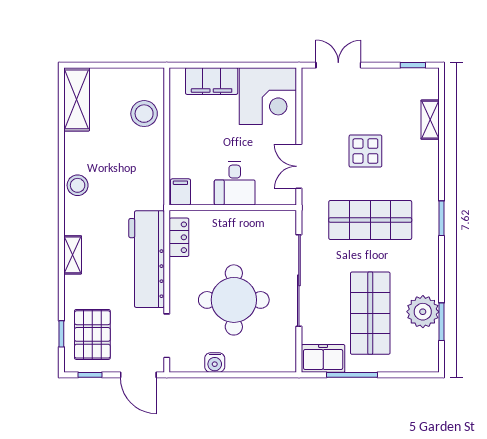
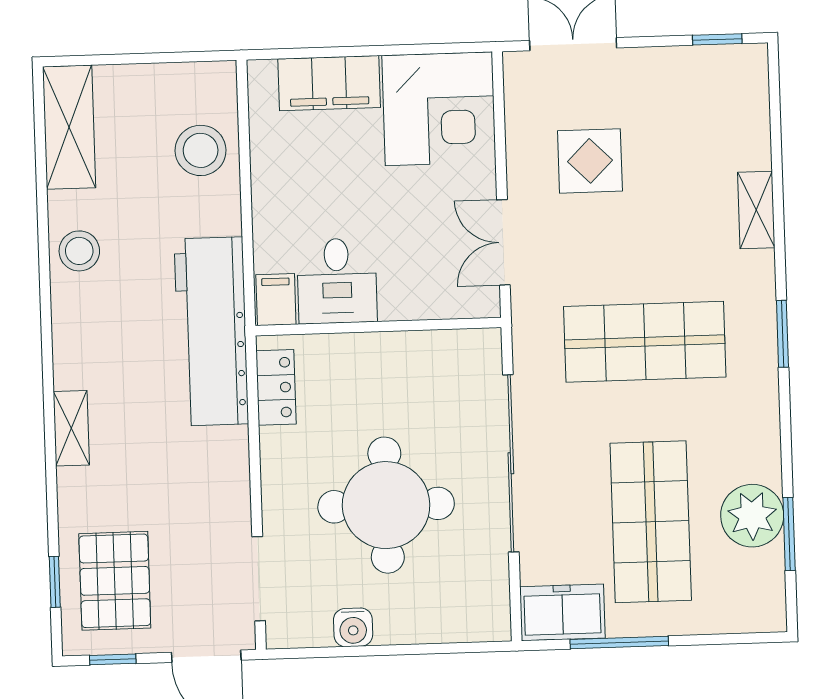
shelving: (430, 120) -> (756, 210), moved
display table: (365, 151) -> (590, 161), moved
desk: (235, 183) -> (337, 281), moved
stool: (78, 185) -> (79, 251), moved
workbench: (147, 259) -> (211, 331), moved

